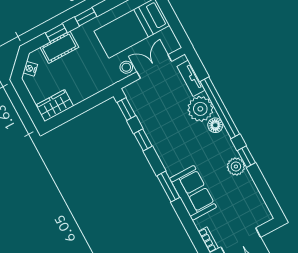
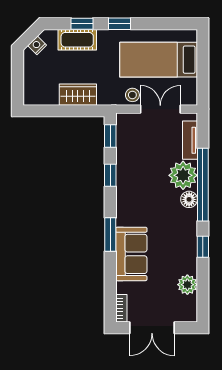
wardrobe: (55, 106) -> (78, 95), moved
plant: (236, 167) -> (187, 285), moved

